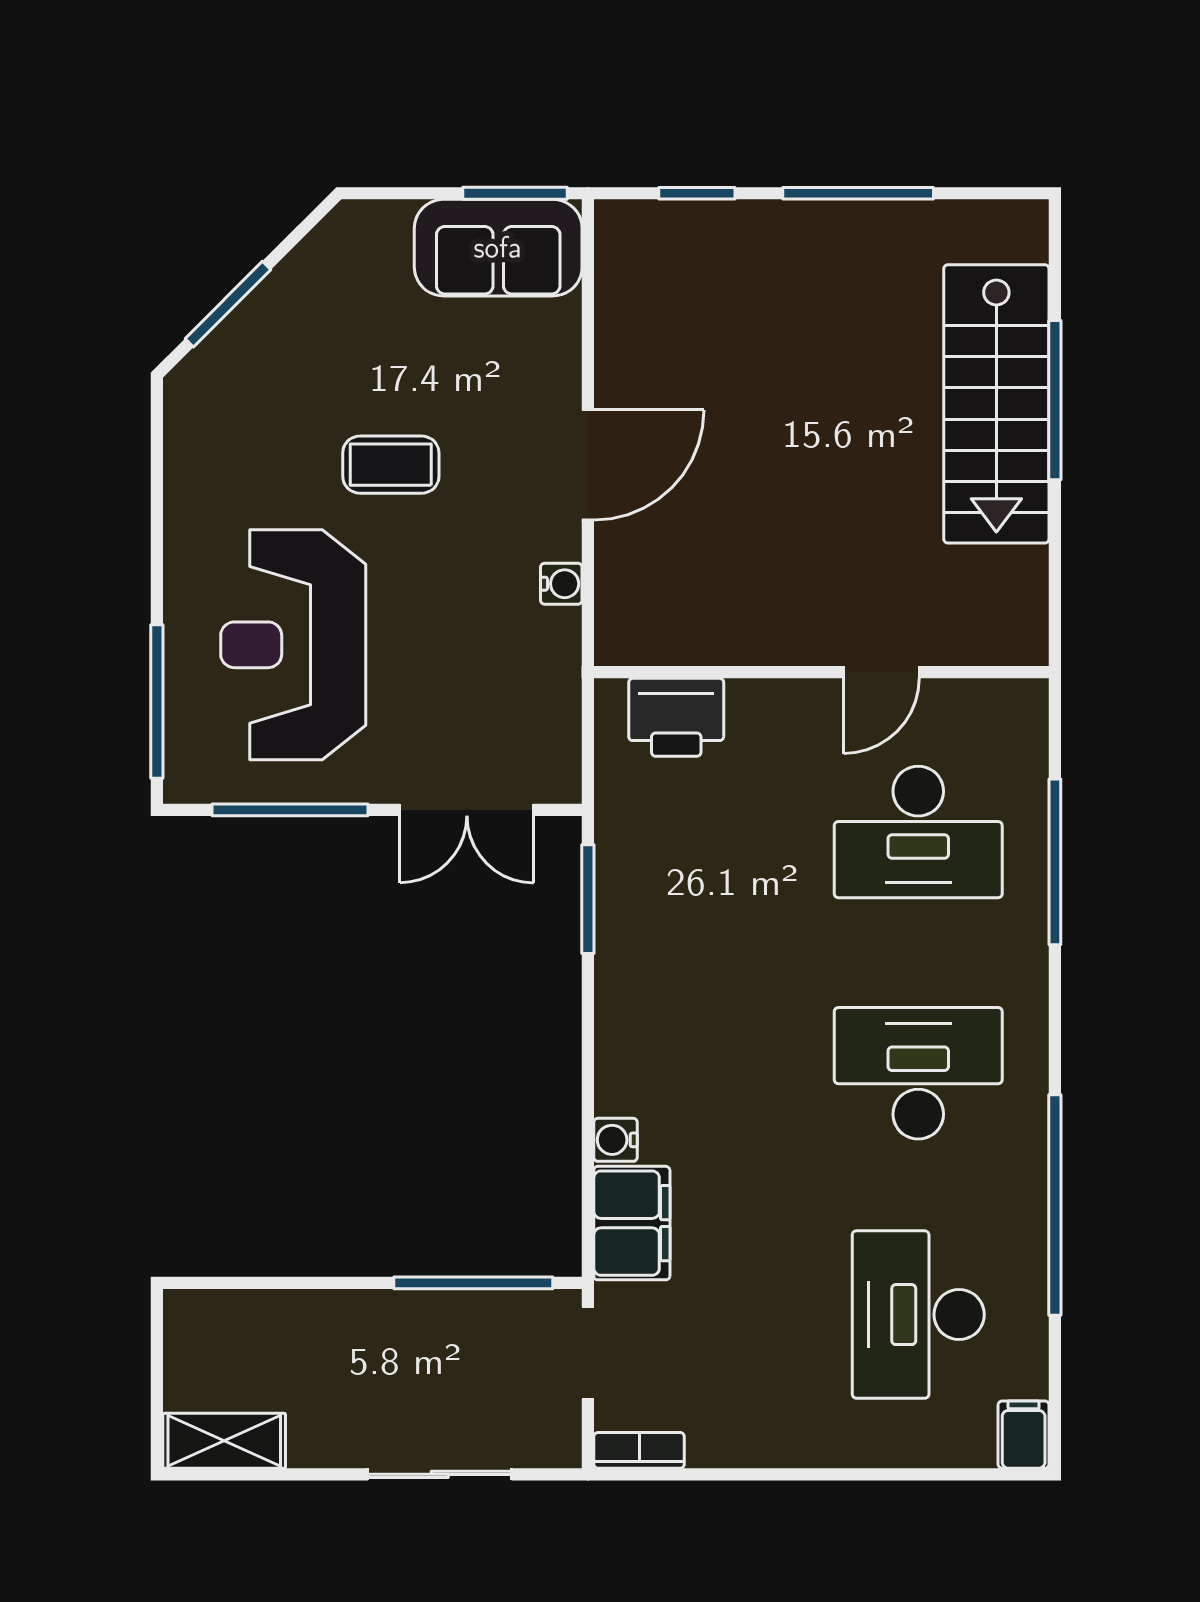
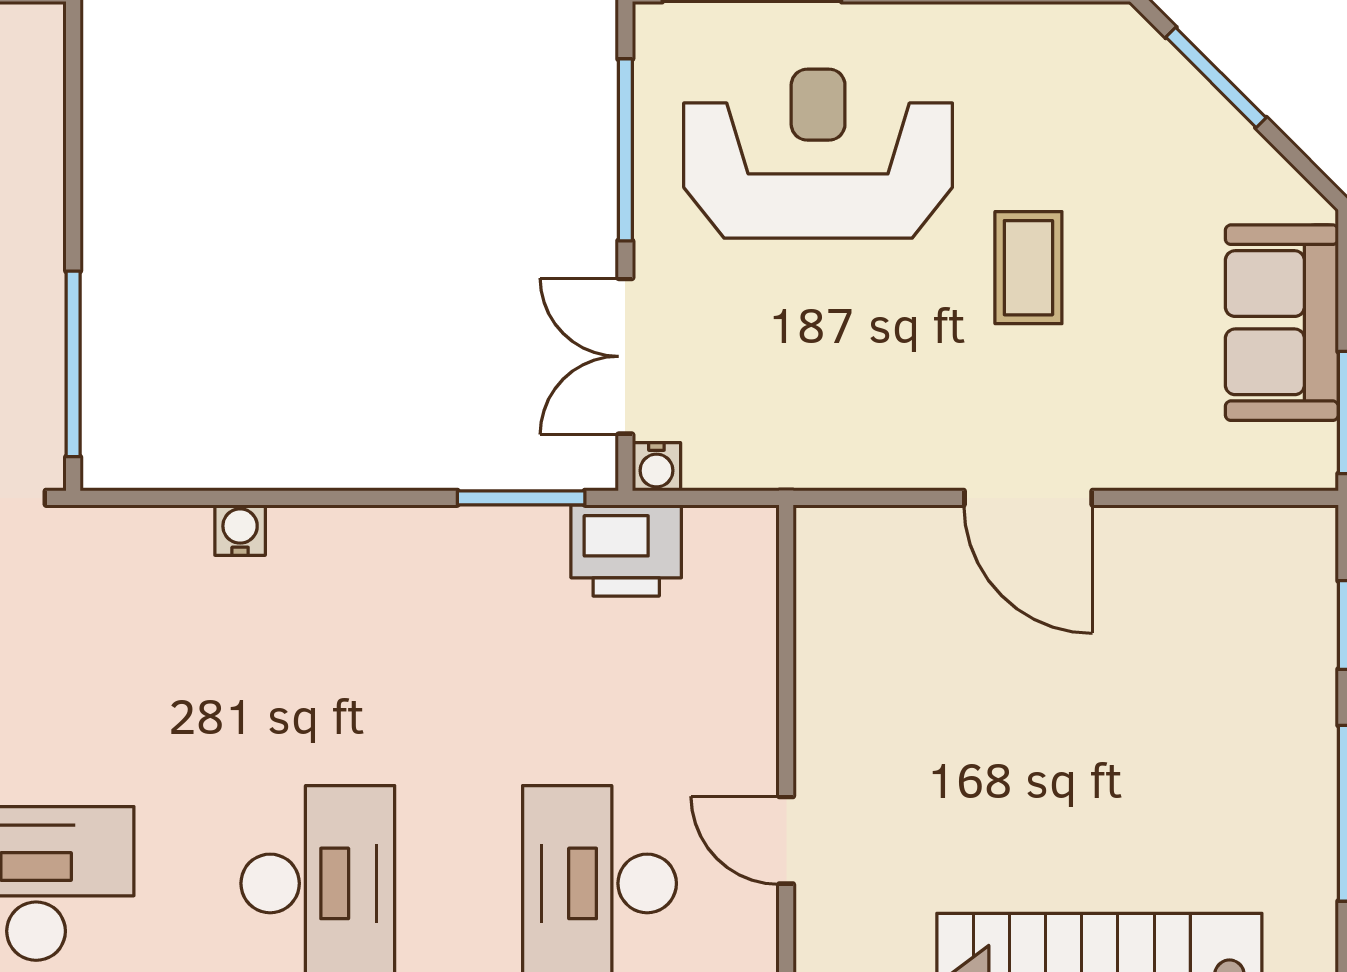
sofa: (498, 248) -> (1282, 323), moved
water cooler: (561, 584) -> (656, 467), moved
printer: (676, 717) -> (626, 550), moved, turned -90
filing cabinet: (632, 1223) -> (143, 549), removed

